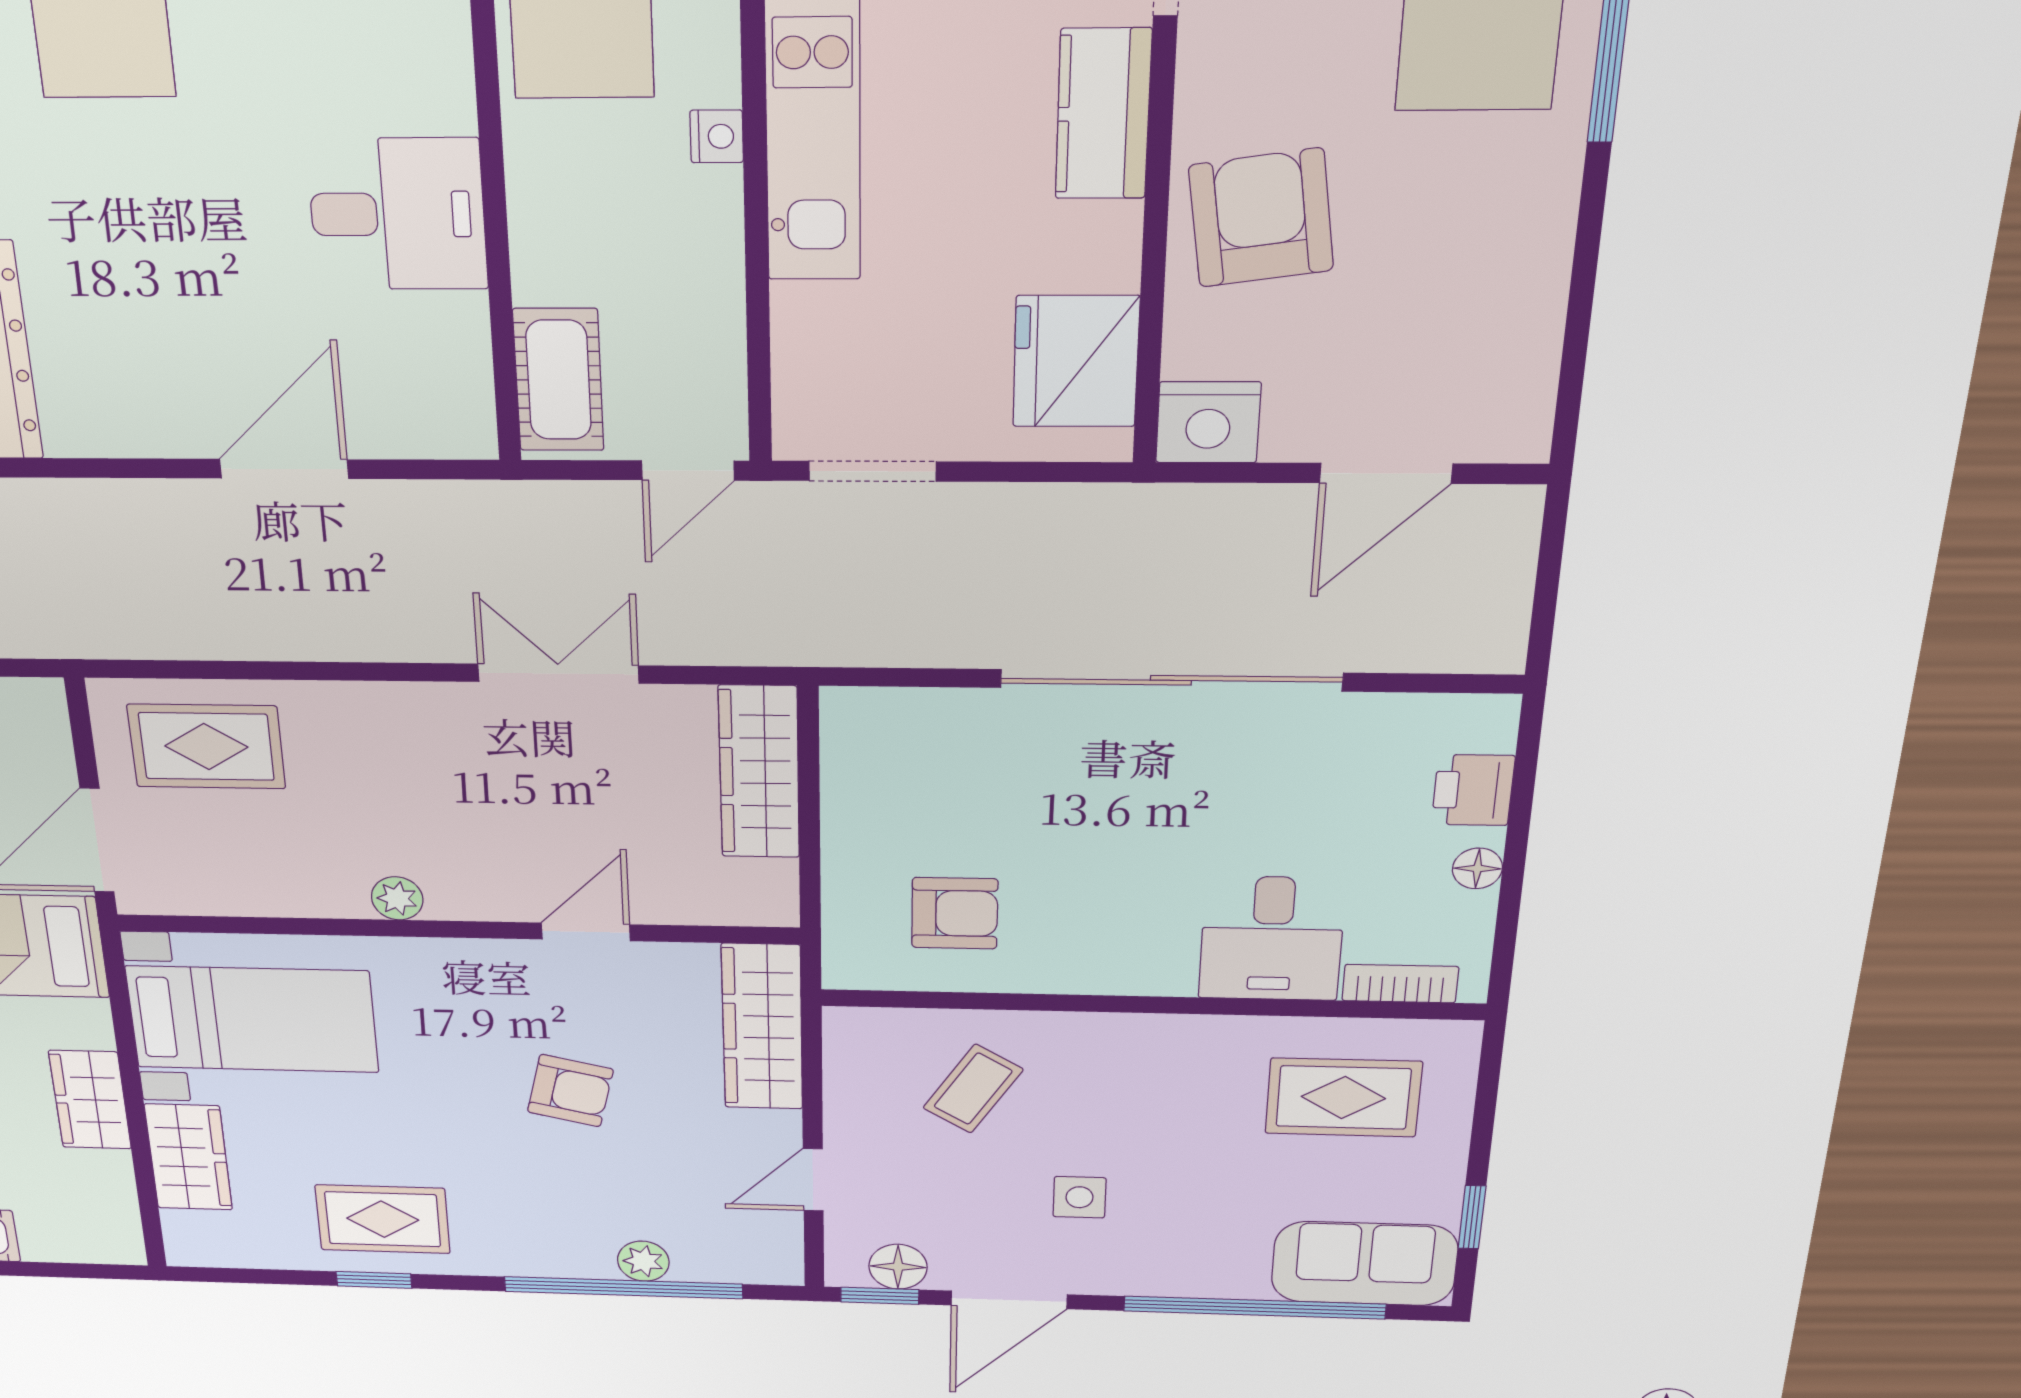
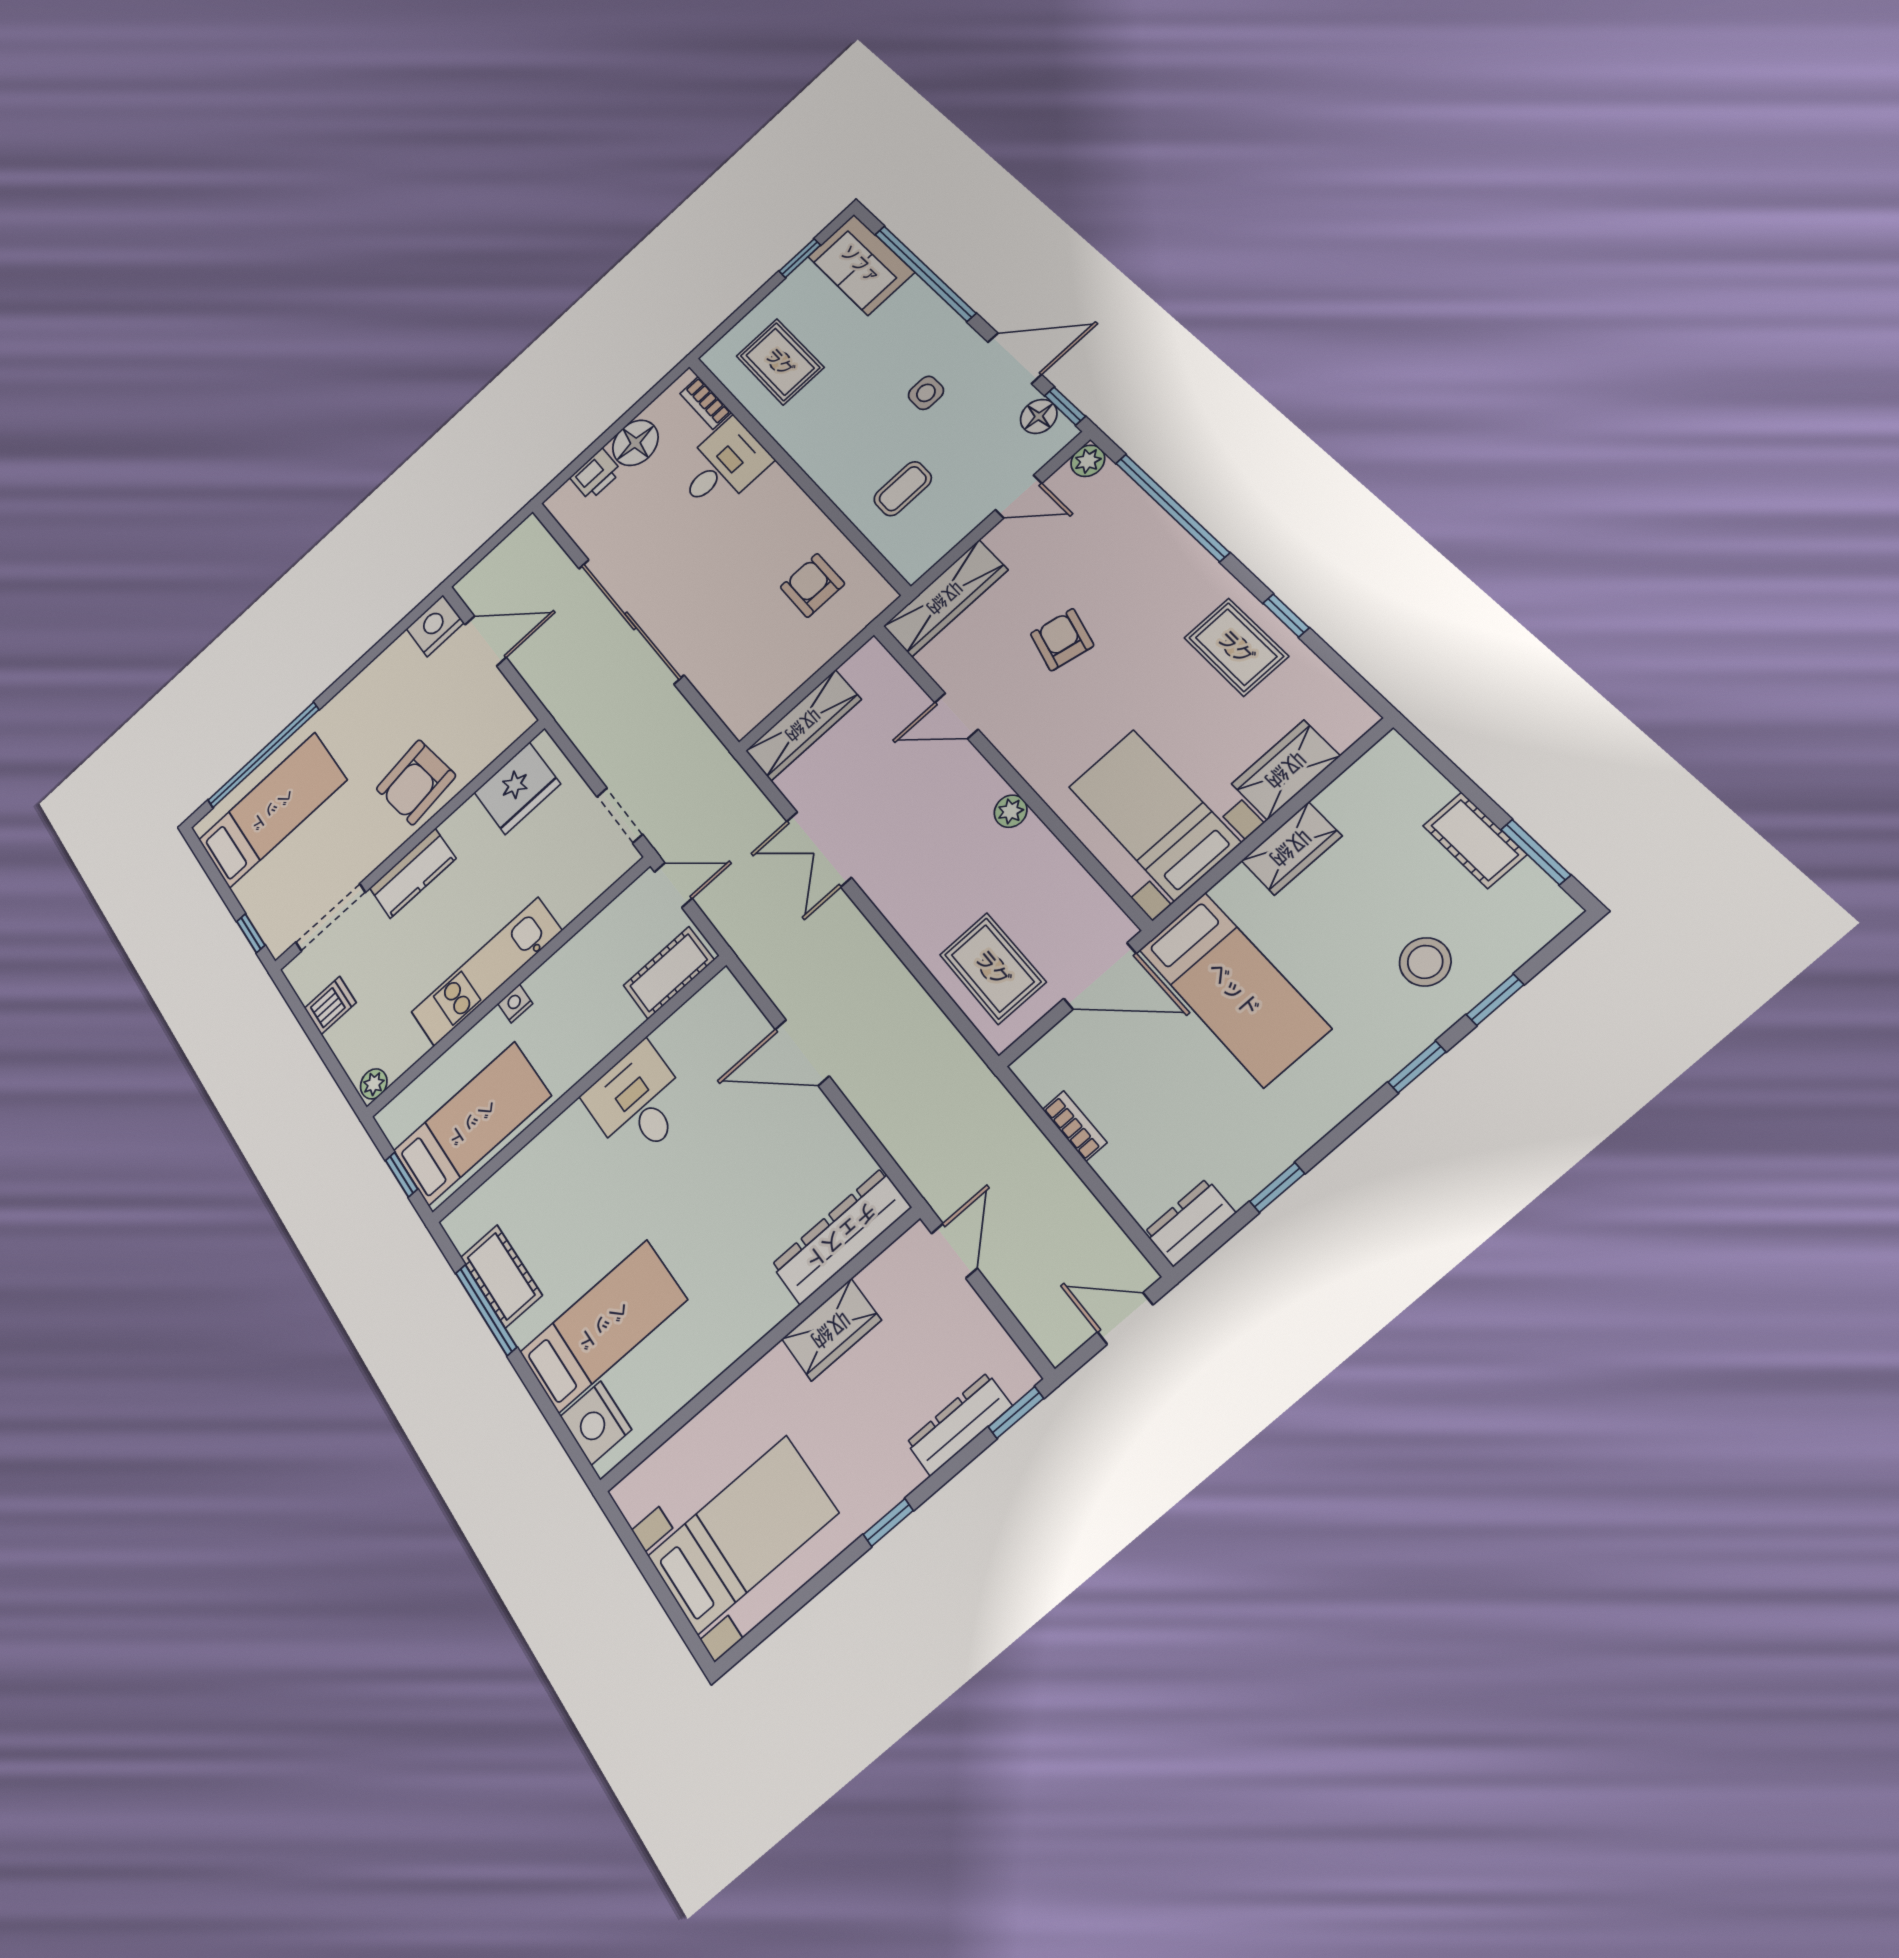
nightstand: (1208, 422) -> (435, 626), moved, turned -90
floor lamp: (1477, 868) -> (635, 443), width x1.89, depth x1.89
coffee table: (973, 1089) -> (903, 489), turned -32
plant: (643, 1261) -> (1088, 461), moved

